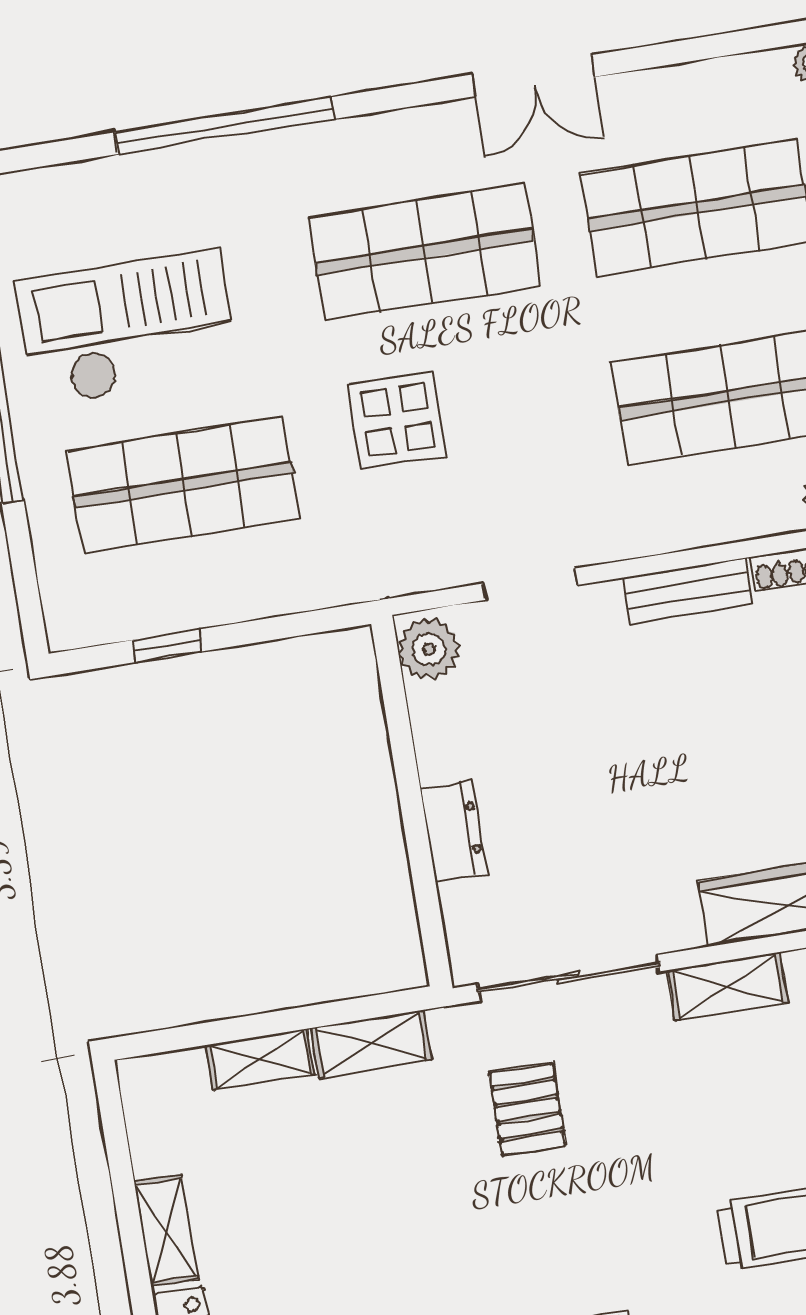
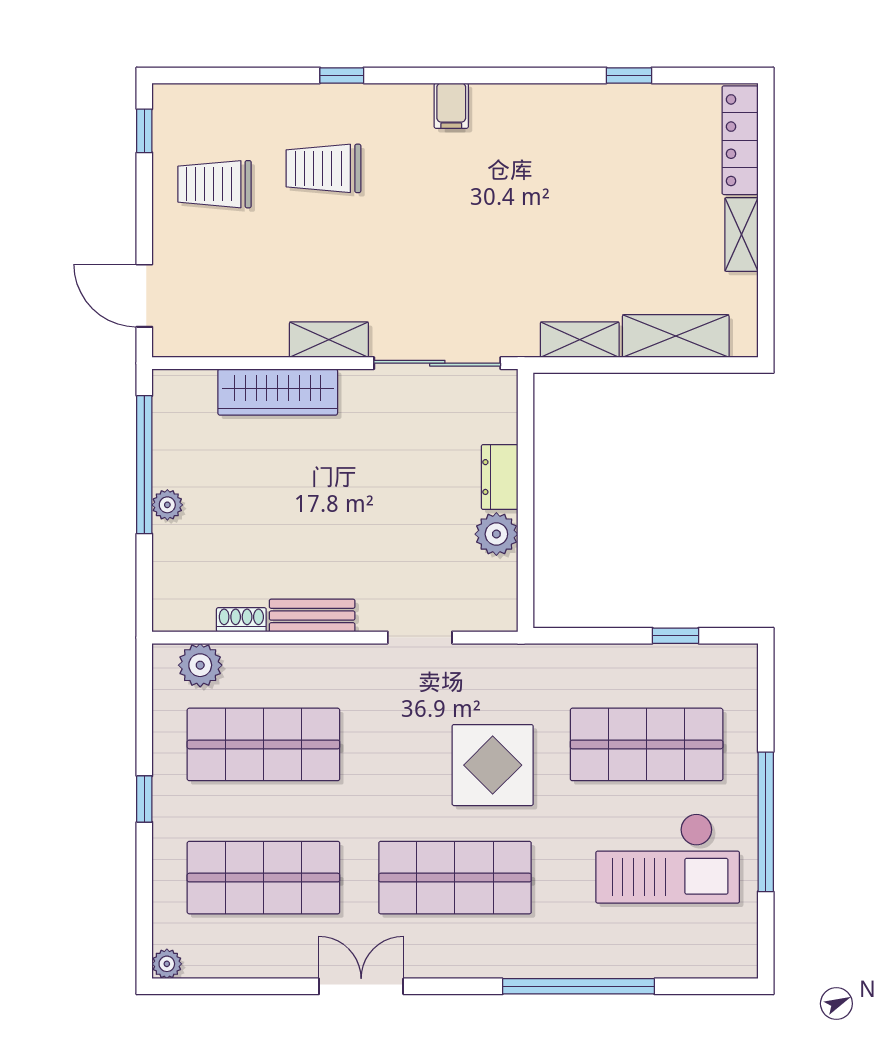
display table: (397, 420) -> (493, 765), width x1.36, depth x1.36
plant: (429, 649) -> (496, 534), moved
shelving: (260, 1060) -> (676, 336), width x1.50, depth x1.33
pallet: (527, 1109) -> (480, 278), removed

